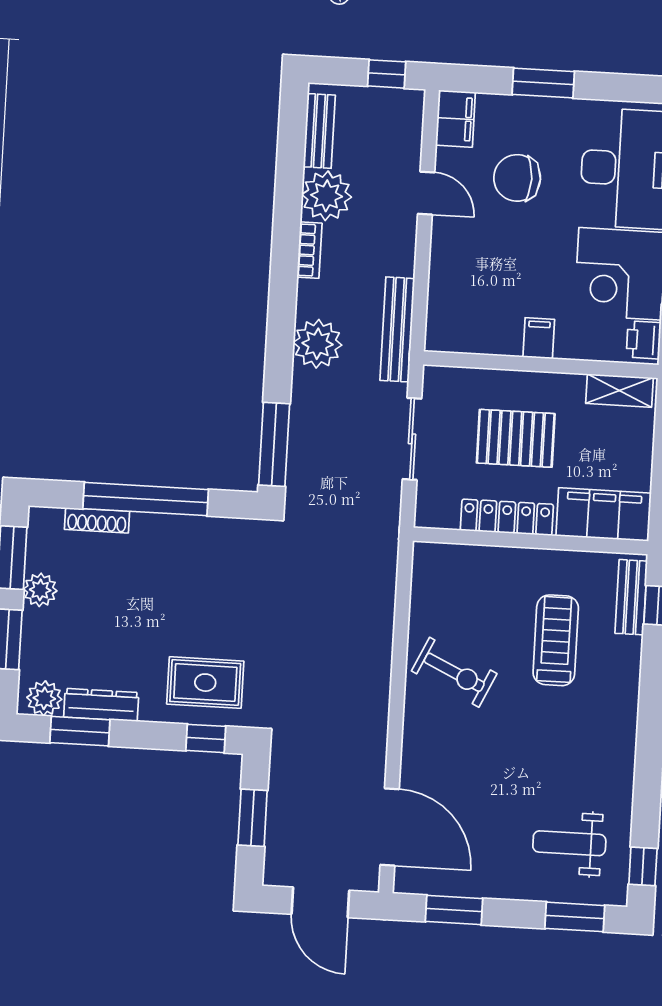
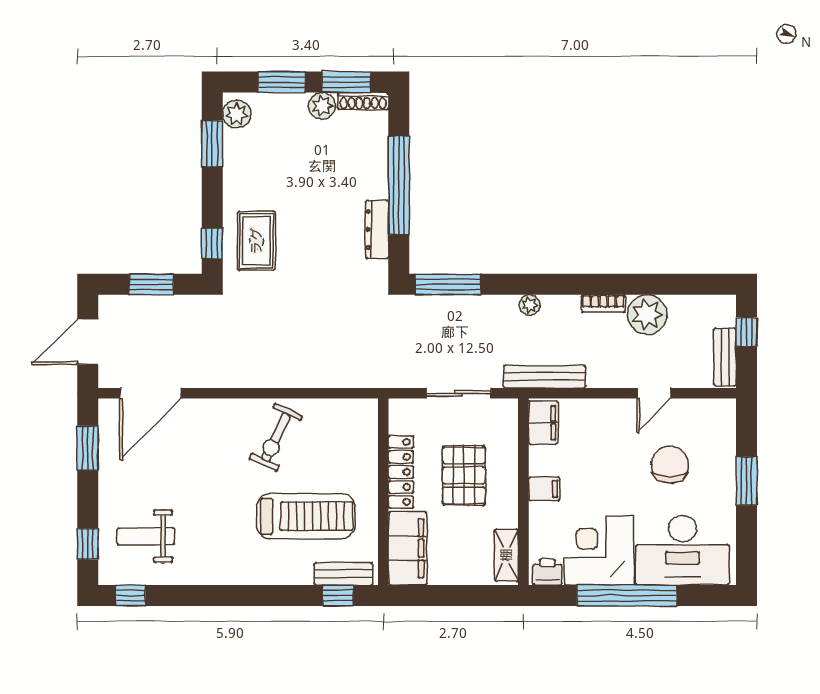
window: (387, 74) -> (746, 332), moved
filing cabinet: (455, 119) -> (543, 423), moved, turned -90
bench: (319, 131) -> (725, 357), moved, turned 90
plant: (318, 344) -> (530, 305), width x0.53, depth x0.53
shoe rack: (97, 520) -> (363, 101), moved, turned -90
treadmill: (556, 640) -> (306, 516), width x1.37, depth x1.38
dresser: (101, 705) -> (377, 229), moved, turned 180
weight bench: (569, 843) -> (146, 536), turned -90
window: (575, 917) -> (88, 544), width x0.67

